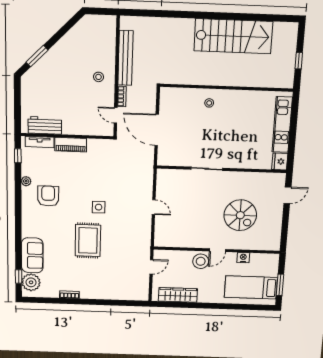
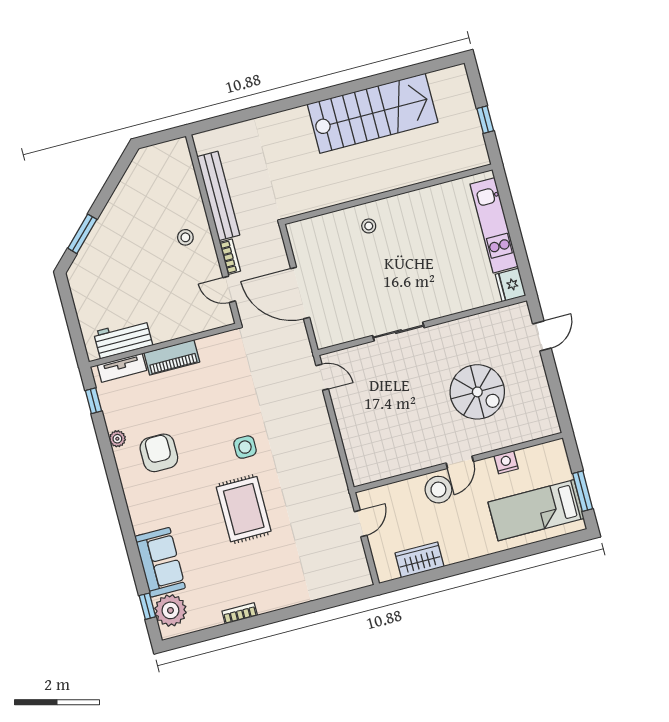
door: (154, 207) -> (322, 377), moved
wardrobe: (178, 295) -> (420, 560), width x0.67

